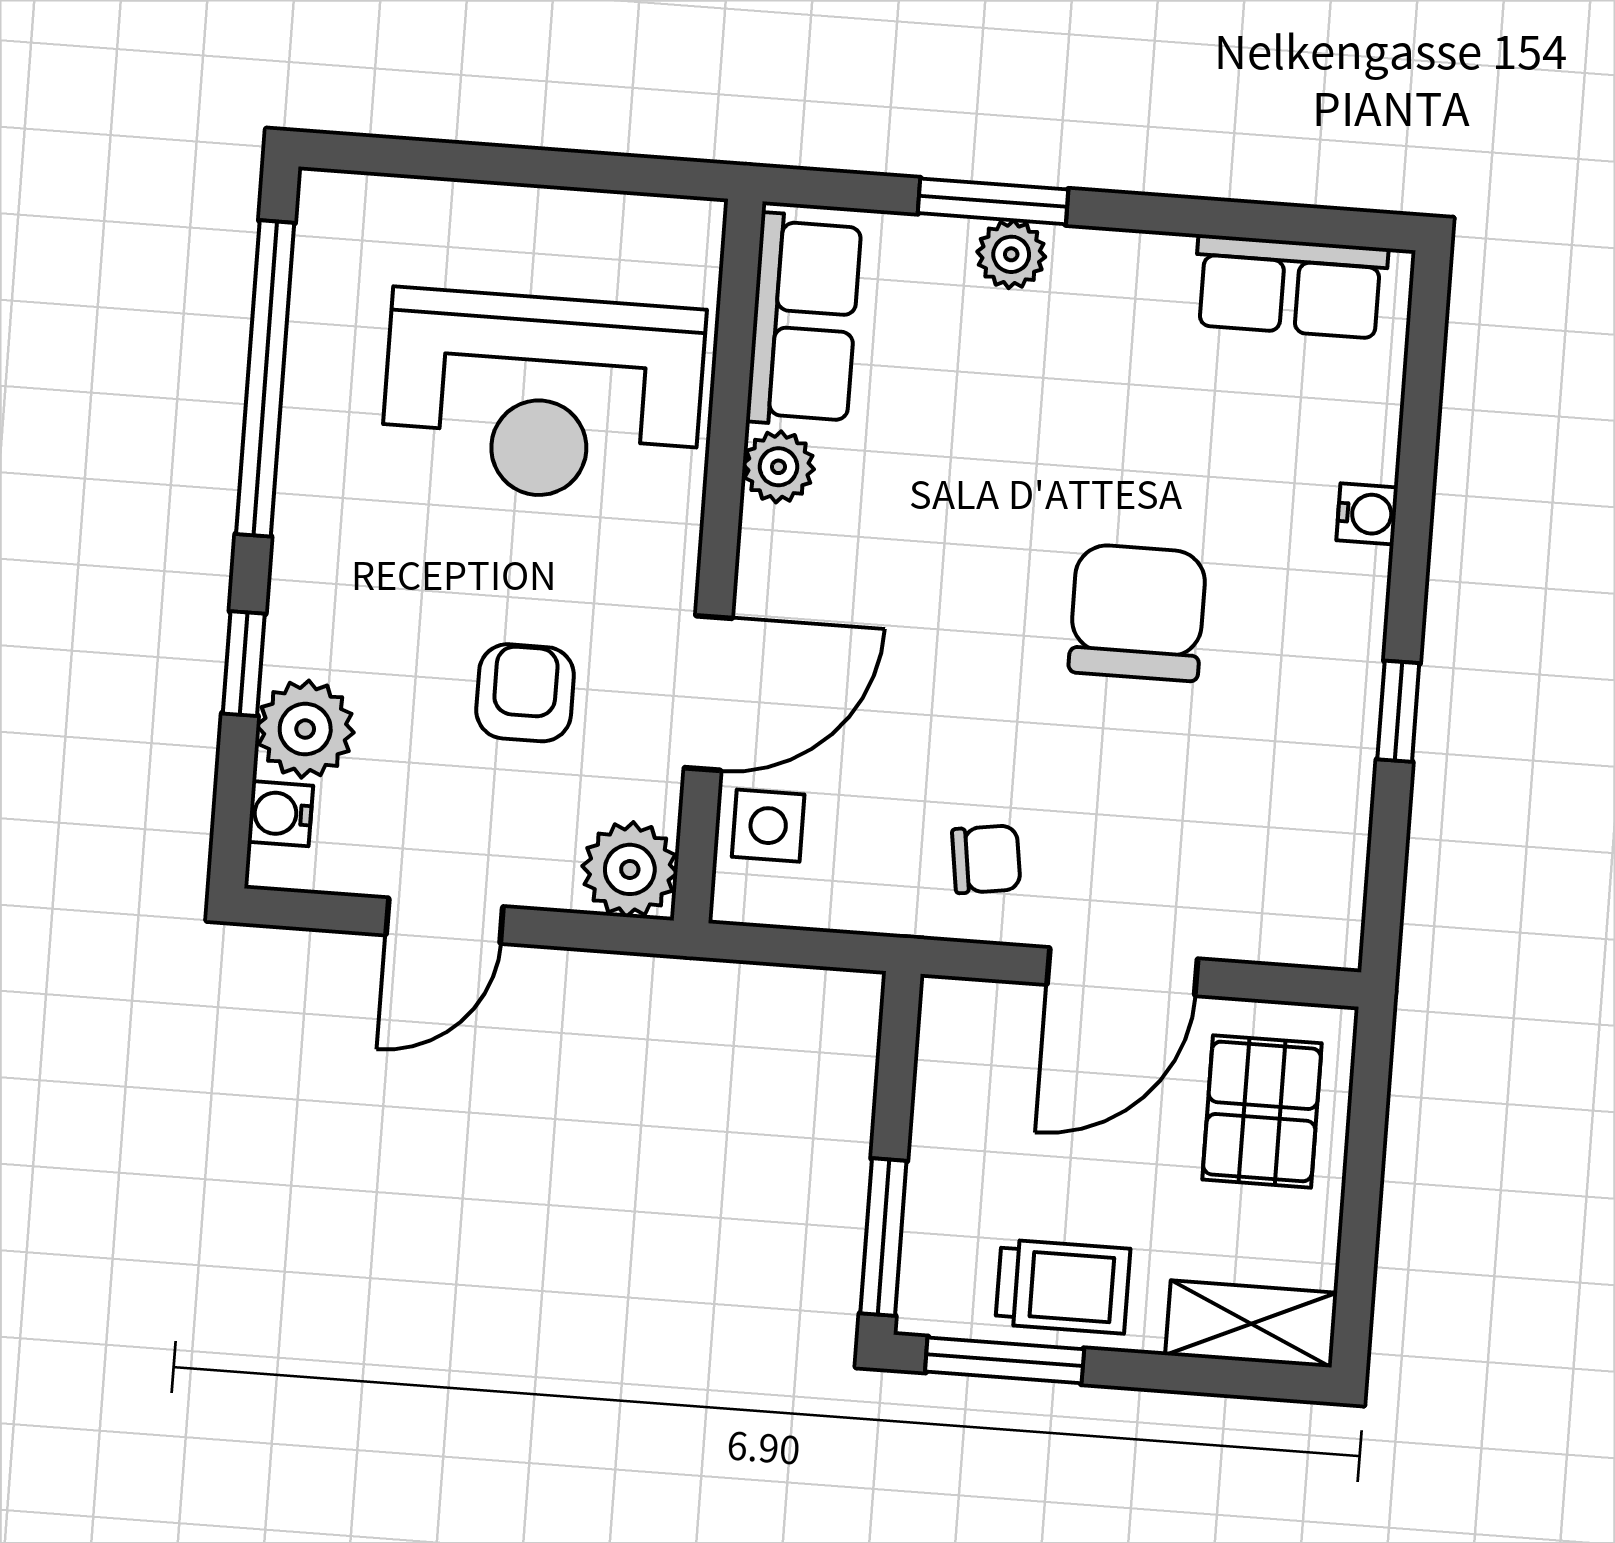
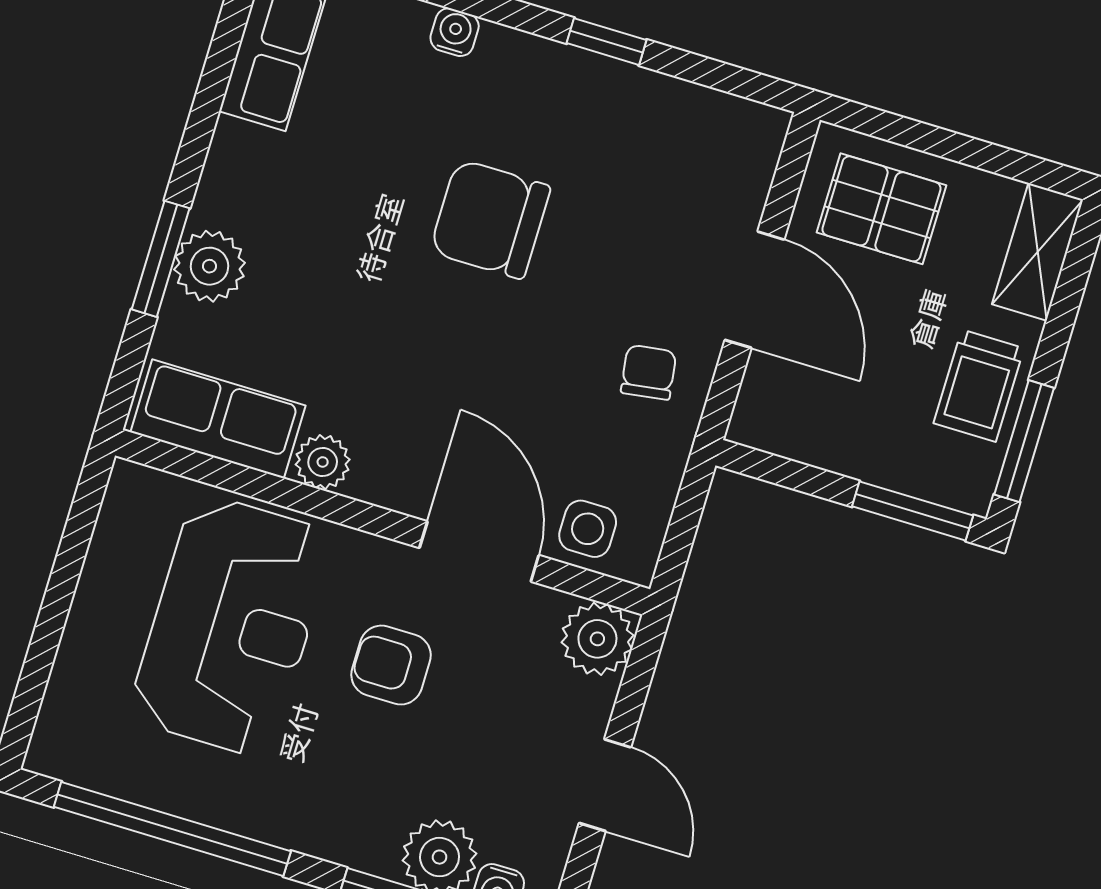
plant: (1011, 254) -> (210, 266), width x1.38, depth x1.38
armchair: (525, 693) -> (391, 665), moved
trolley: (1063, 1286) -> (979, 386), turned 180

